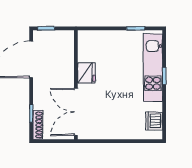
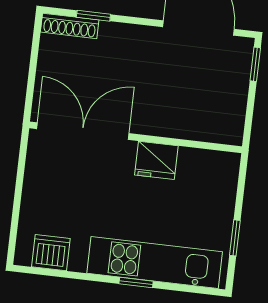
fridge: (86, 73) -> (156, 160), moved
wall: (76, 85) -> (136, 137), moved
double door: (76, 112) -> (83, 131), moved

